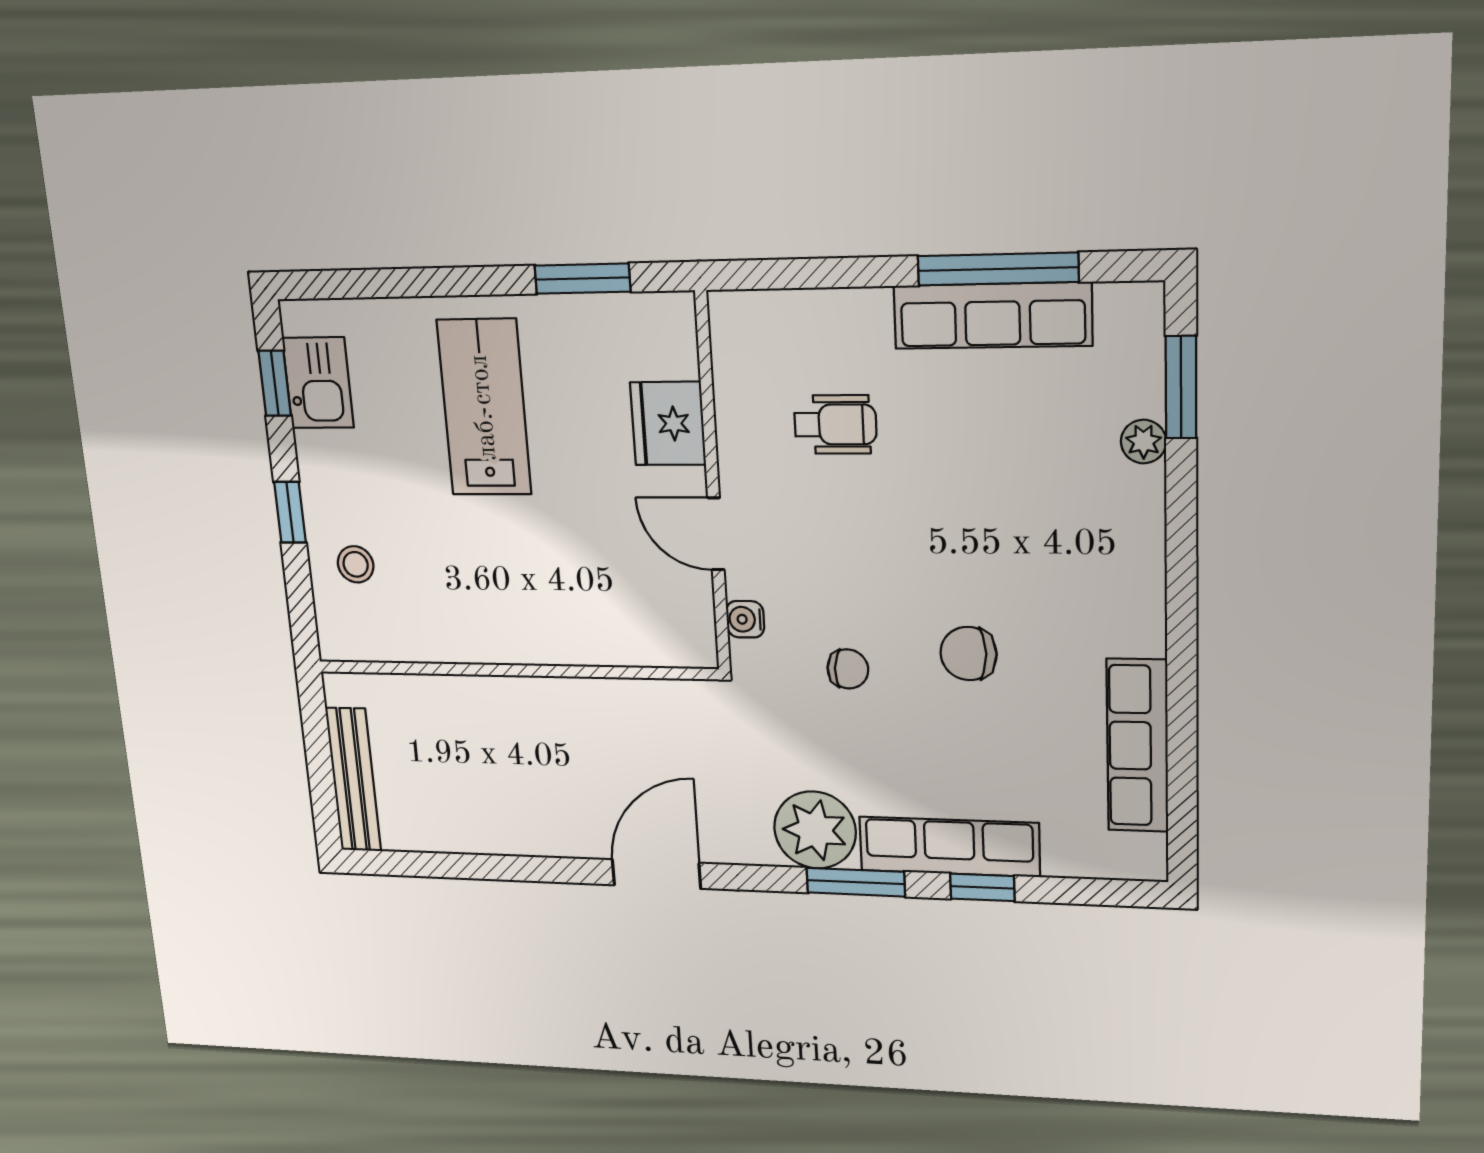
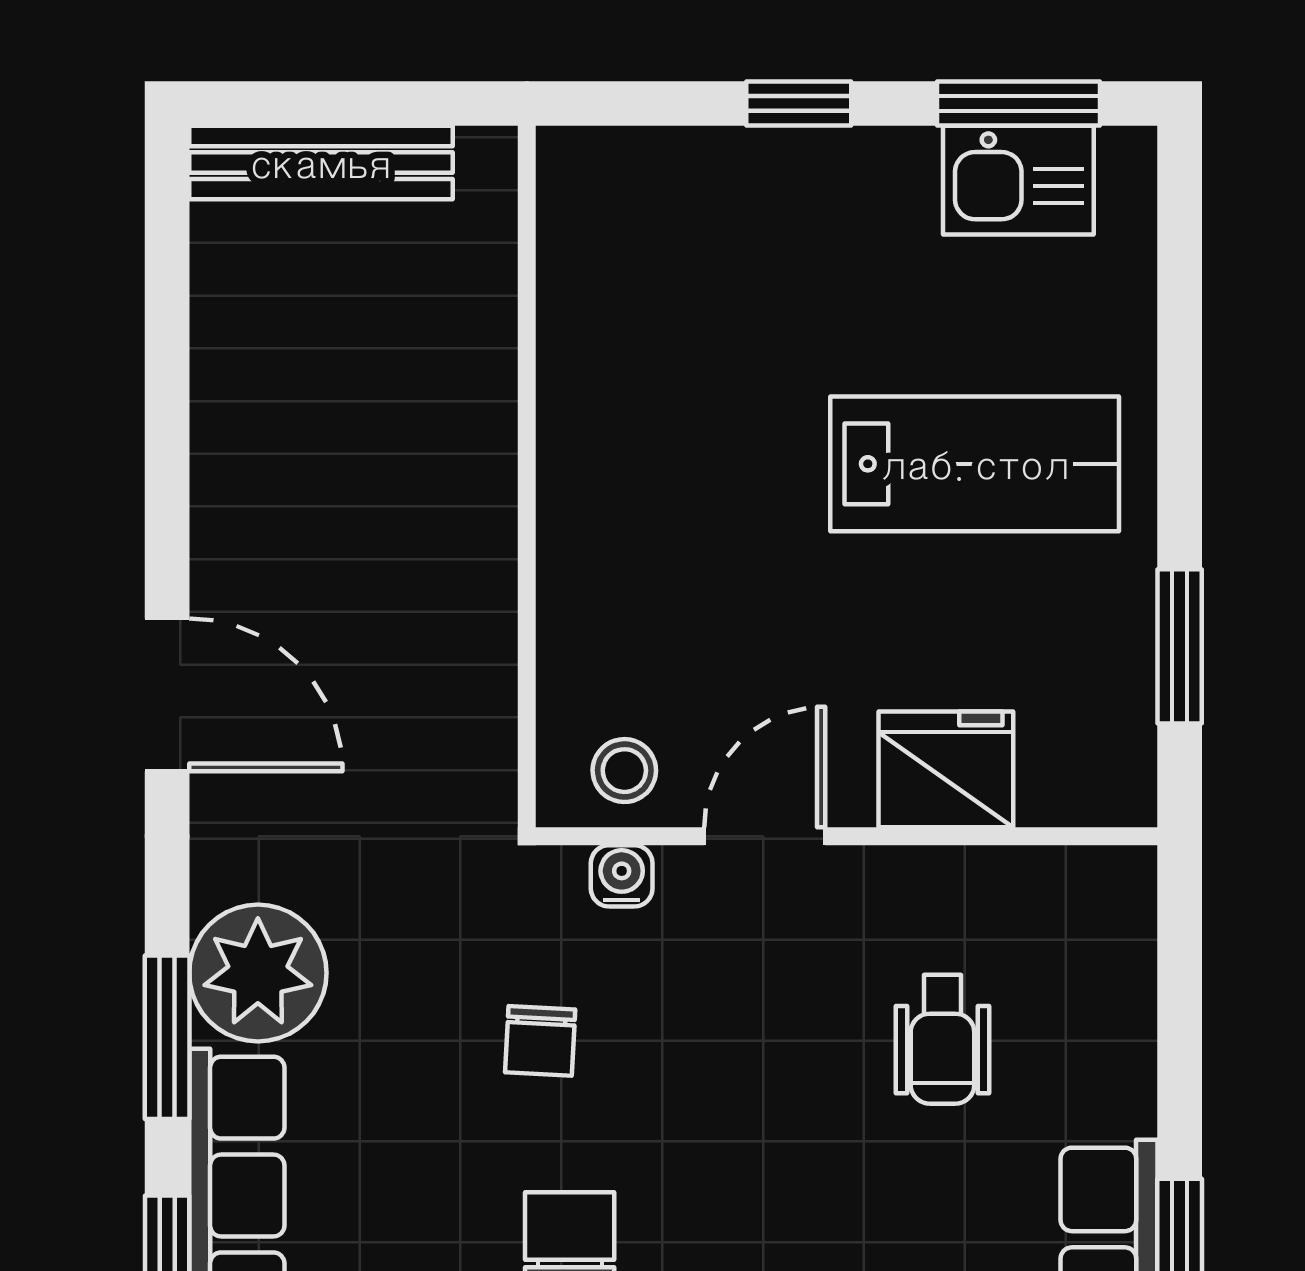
window: (275, 383) -> (1018, 104), width x1.50
stool: (356, 564) -> (624, 771), moved

